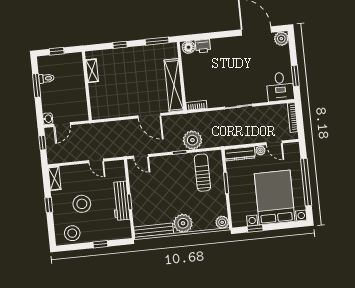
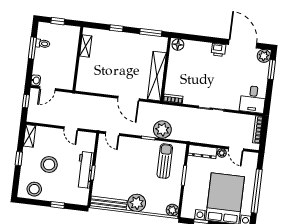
printer: (203, 46) -> (219, 50), moved
window: (295, 76) -> (272, 70), moved

